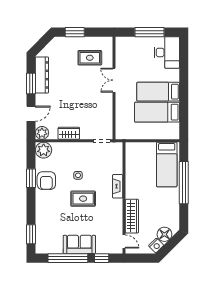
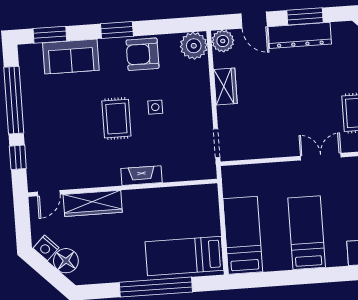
dresser: (42, 75) -> (300, 35), moved
bed: (157, 112) -> (243, 235), moved
window: (31, 178) -> (117, 30), moved
sofa: (79, 244) -> (71, 57), moved, turned 90

